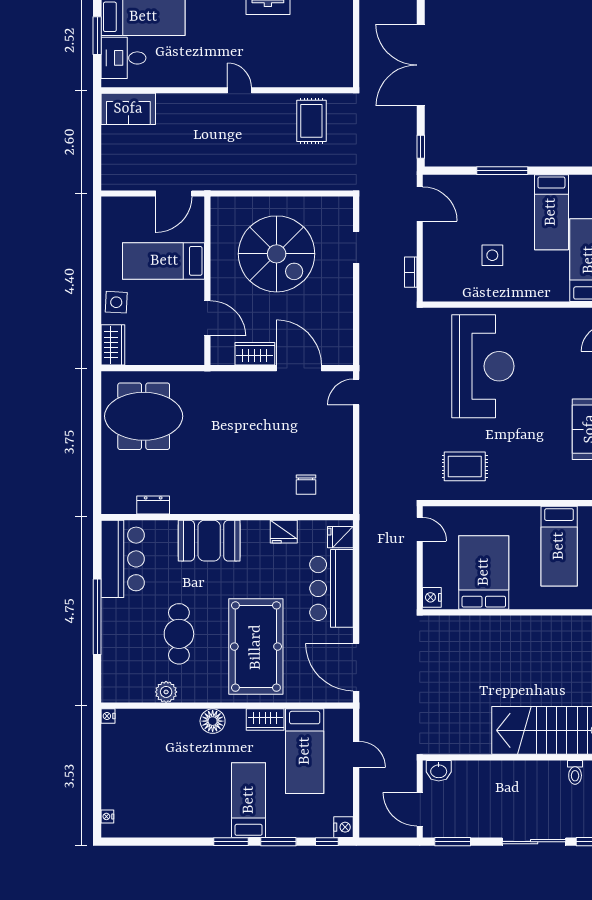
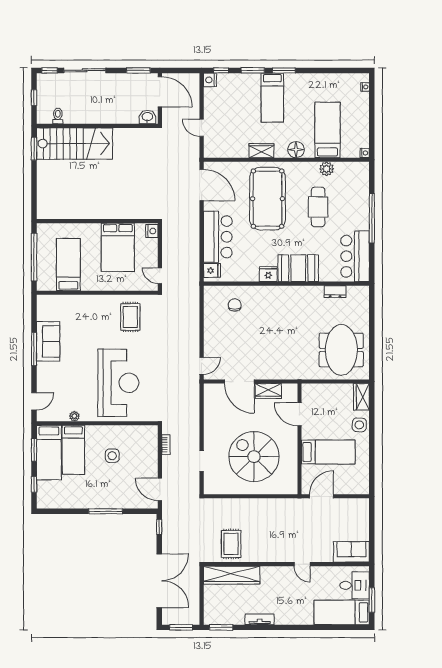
wardrobe: (310, 73) -> (232, 575), added
door: (239, 90) -> (302, 564), moved
bed: (551, 212) -> (73, 450), moved, turned 180
plant: (550, 315) -> (74, 416), added
reception desk: (483, 366) -> (118, 383), turned 180
meeting table: (144, 416) -> (341, 350), turned 90
rug: (465, 466) -> (130, 317), turned 90
fridge: (284, 532) -> (268, 274), moved
bed: (305, 751) -> (327, 130), moved
door: (420, 809) -> (160, 92), width x1.36

